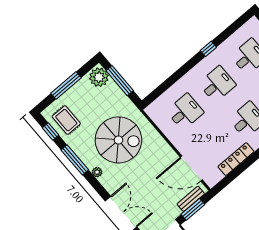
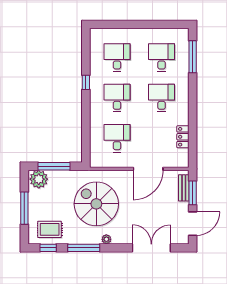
spiral stairs: (118, 140) -> (96, 204), turned -90
locker: (236, 159) -> (183, 137), width x0.66
door: (191, 169) -> (148, 169), moved

